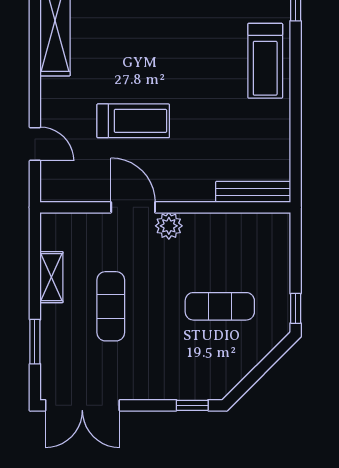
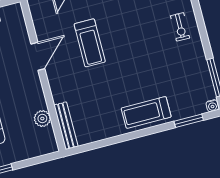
plant: (169, 226) -> (42, 119), moved

